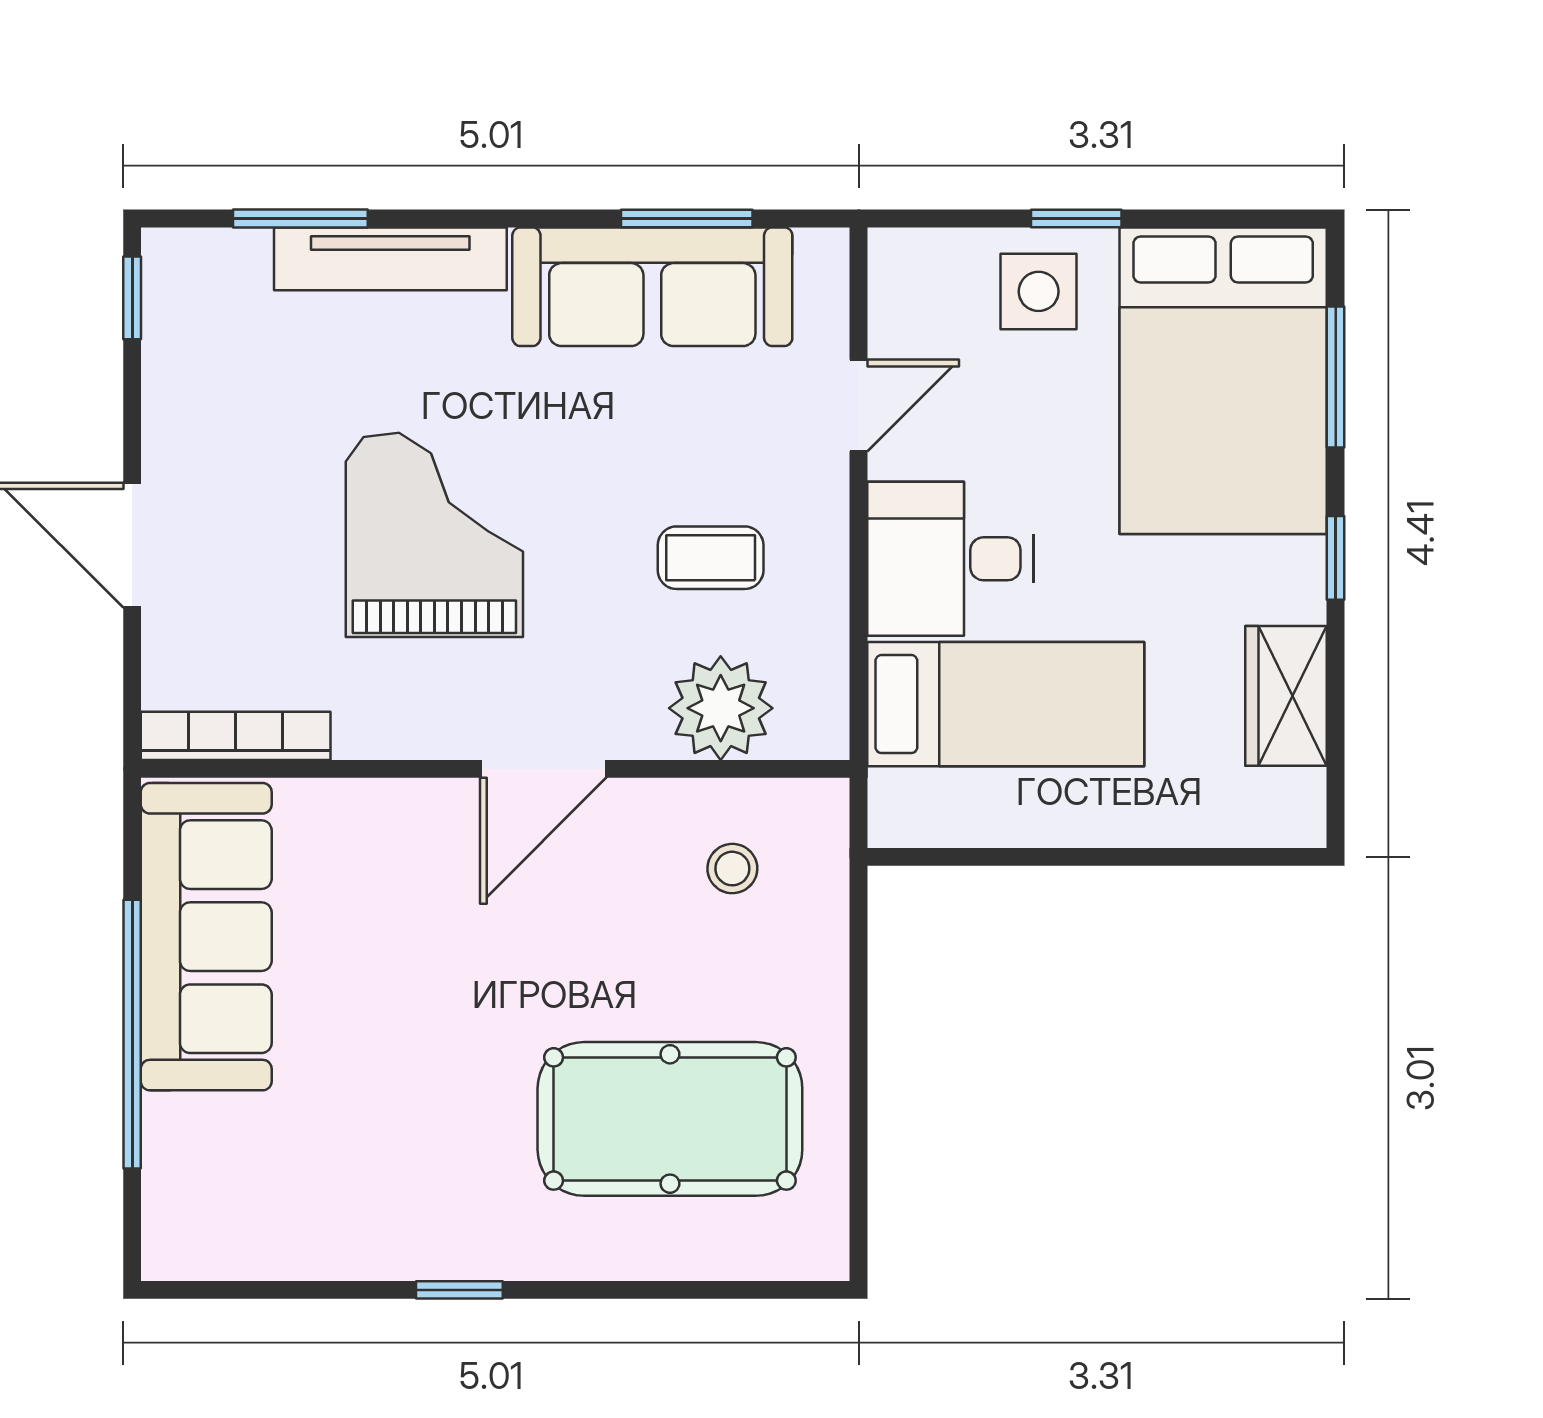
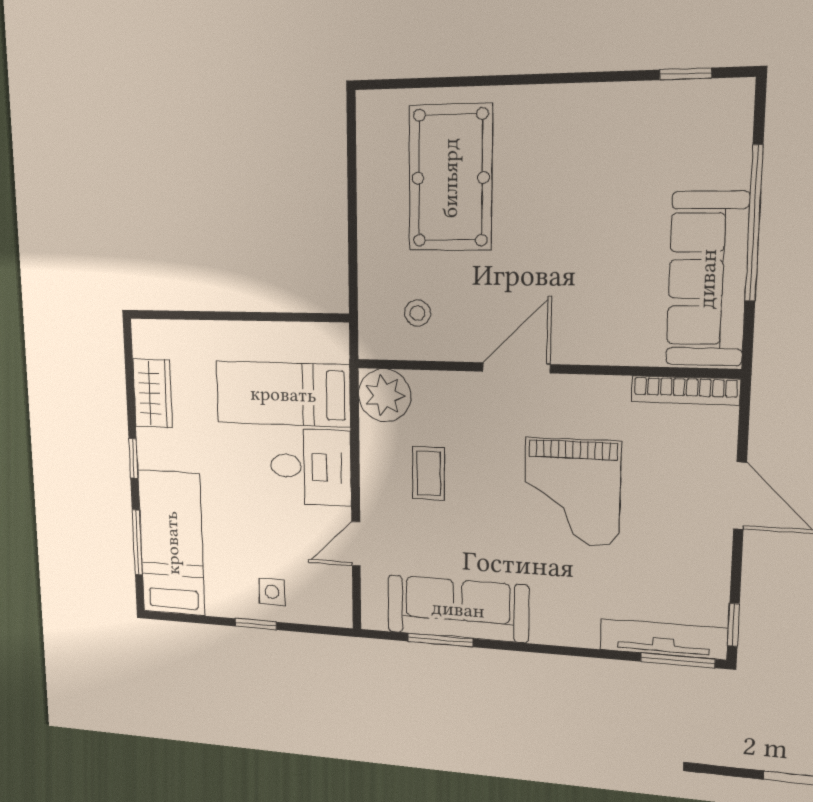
window: (300, 218) -> (678, 660), moved
tv unit: (390, 259) -> (663, 639), moved
side table: (1039, 291) -> (272, 592), width x0.73, depth x0.73
bed: (1223, 381) -> (172, 543), width x0.67
coffee table: (711, 558) -> (429, 473), turned 90
plant: (721, 708) -> (385, 395), moved
pool table: (670, 1119) -> (450, 178), turned 90
window: (459, 1290) -> (686, 74), moved

